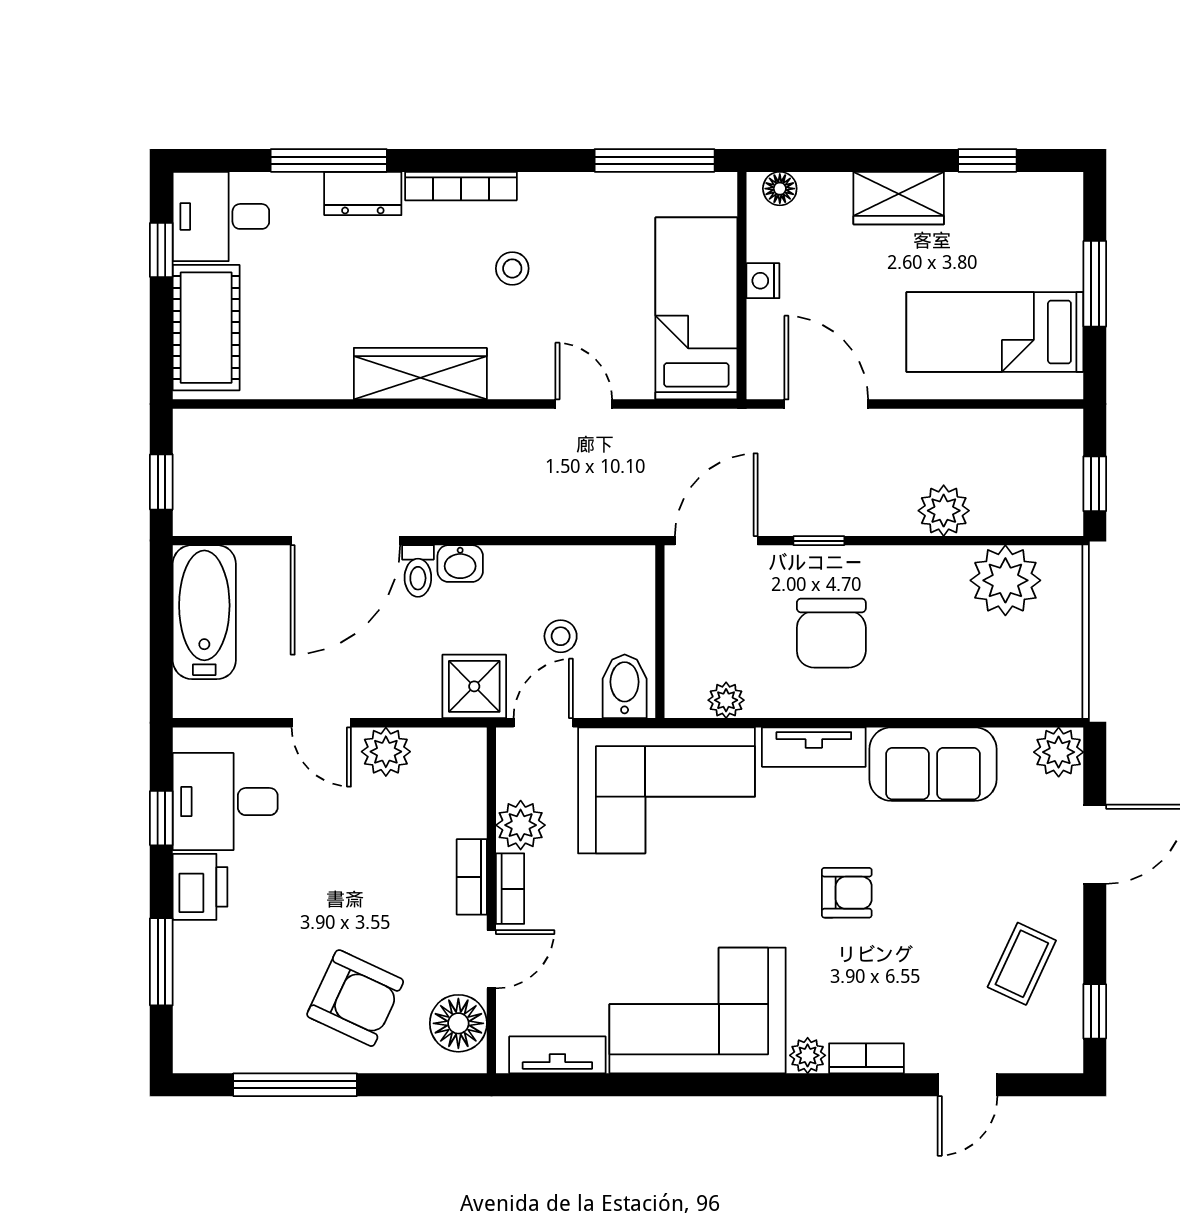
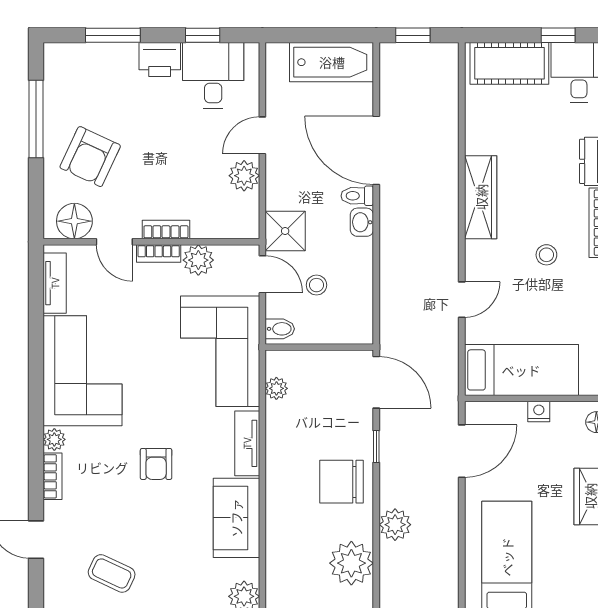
chair: (831, 633) -> (341, 482), moved
bidet: (625, 686) -> (280, 329), width x0.72, depth x0.74

